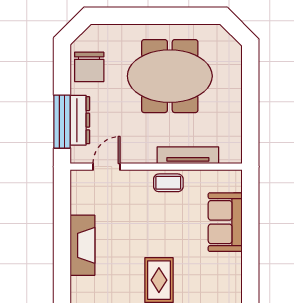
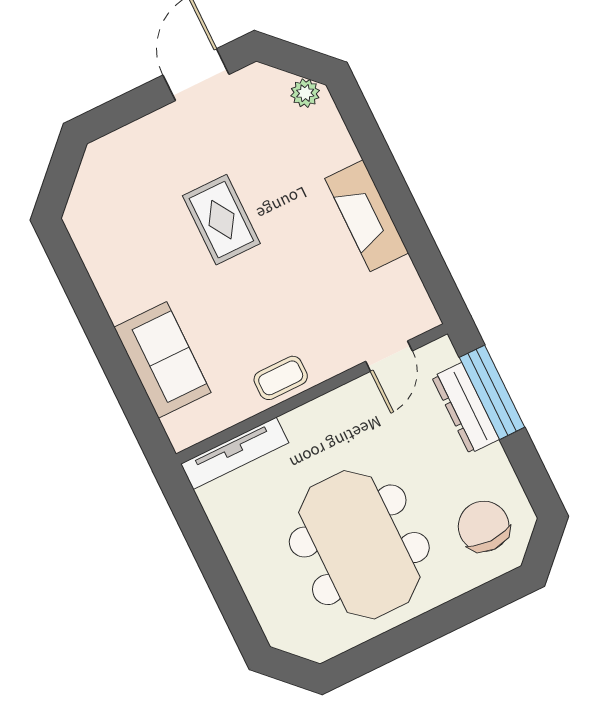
chair: (89, 67) -> (484, 526), moved
meeting table: (170, 76) -> (359, 545), turned 90
tv unit: (188, 155) -> (235, 453), moved

